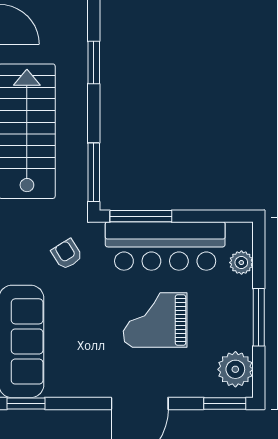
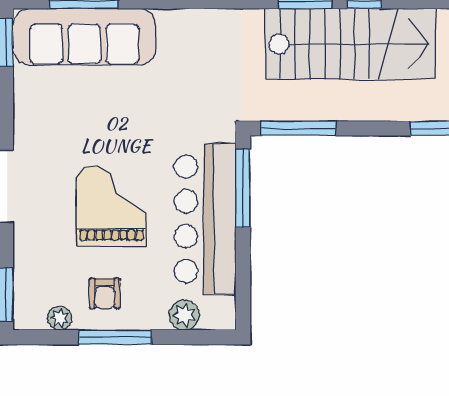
armchair: (67, 254) -> (105, 293), moved, turned 122
plant: (235, 369) -> (60, 318), width x0.53, depth x0.53

